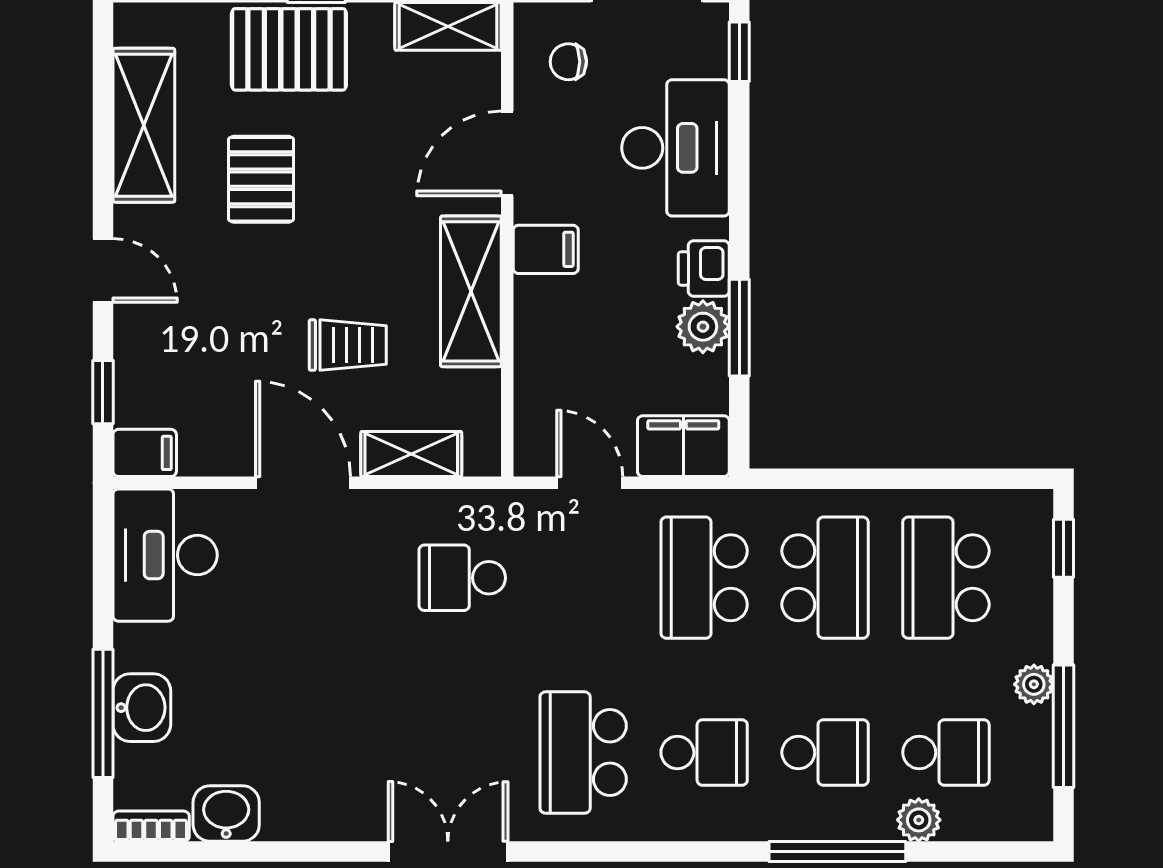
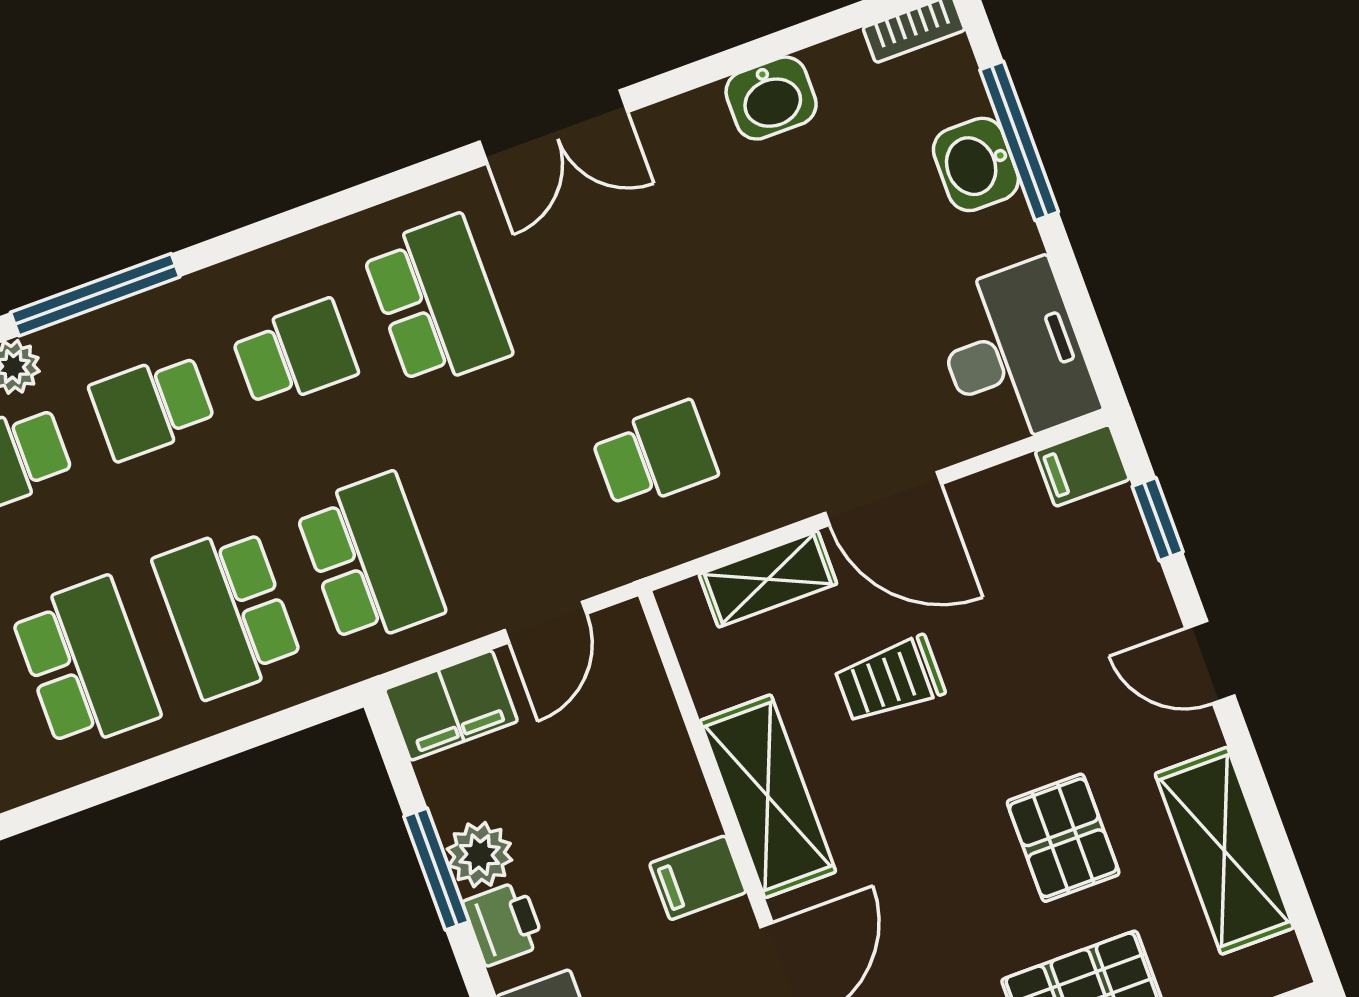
door: (590, 483) -> (545, 622), hinge flipped
school desk: (704, 753) -> (295, 354), turned 180
washbasin: (226, 814) -> (771, 98), moved

